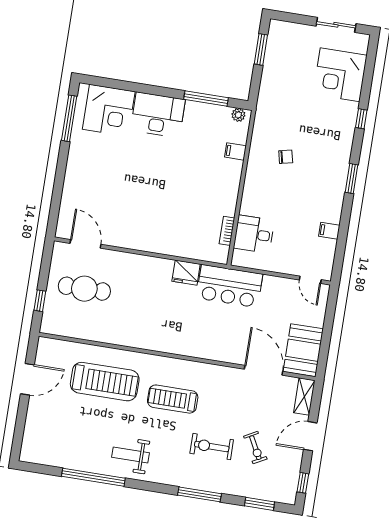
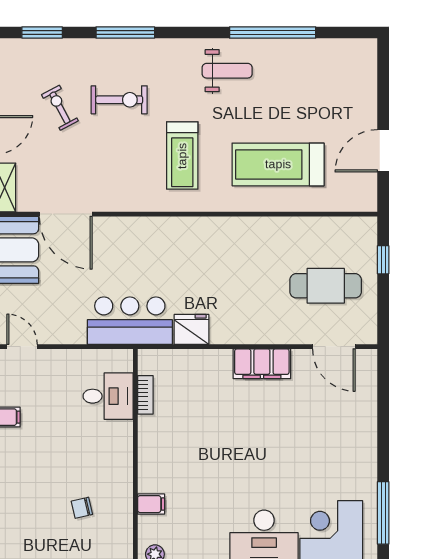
filing cabinet: (139, 240) -> (262, 364), added
treadmill: (173, 399) -> (182, 156), turned 90

